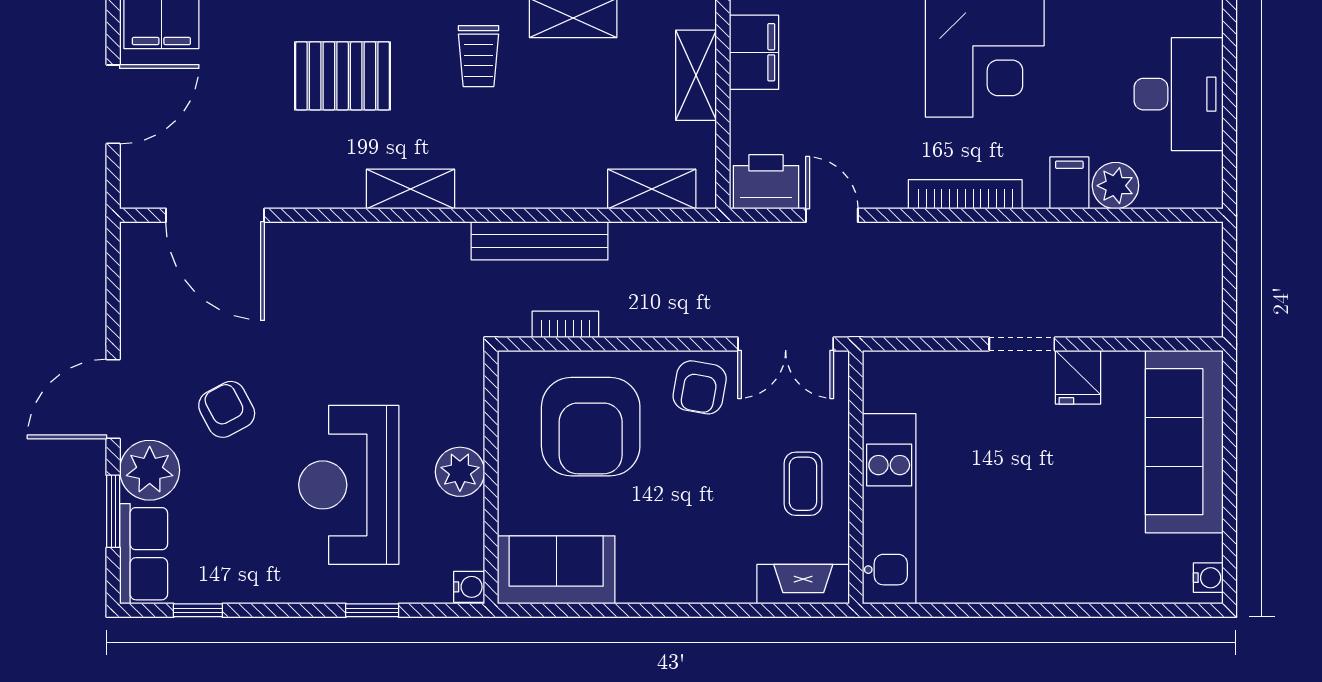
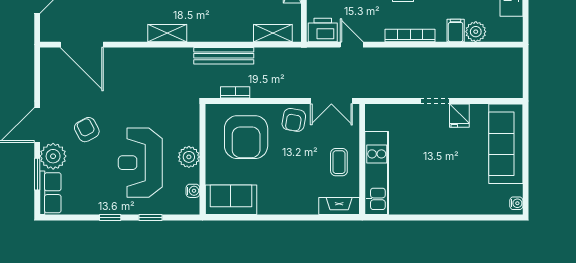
water cooler: (469, 587) -> (193, 191), moved
window: (198, 610) -> (110, 217), moved

